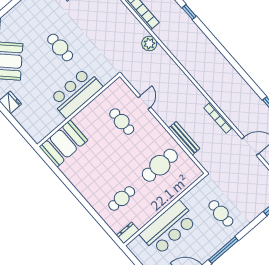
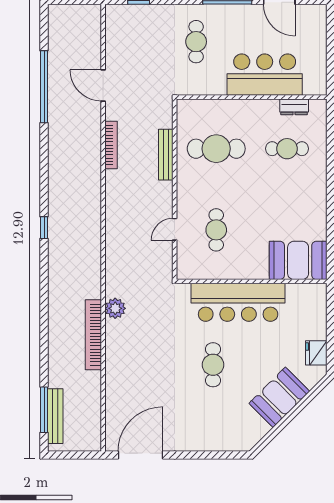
window: (189, 12) -> (44, 228), moved
plant: (149, 44) -> (115, 308), moved
bar counter: (76, 93) -> (238, 302), width x1.36
dresser: (128, 233) -> (294, 107), moved

